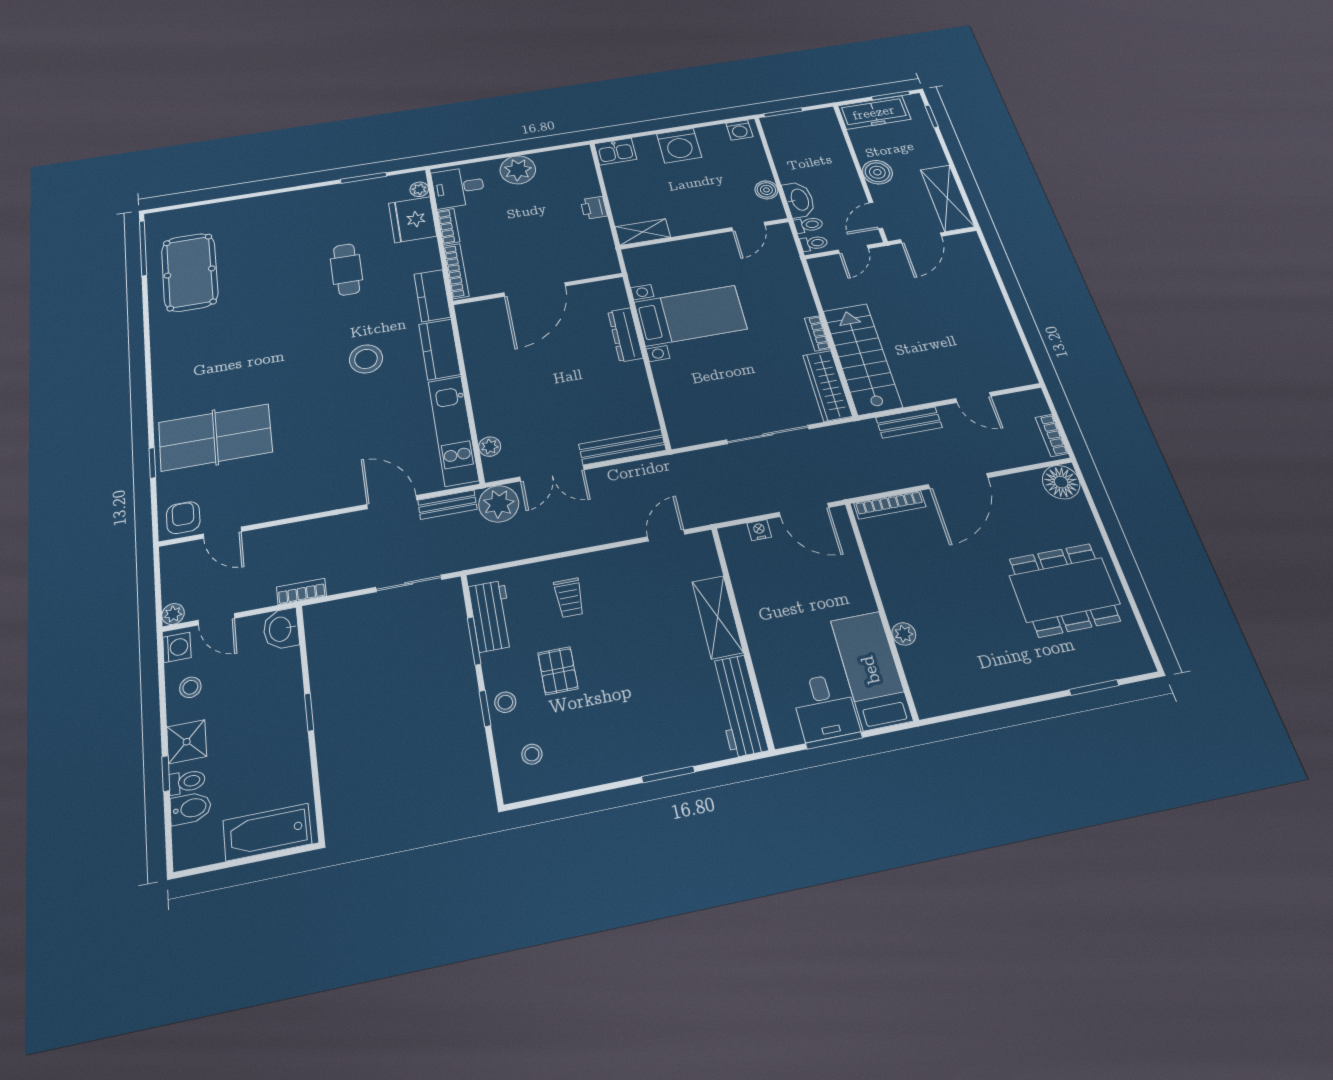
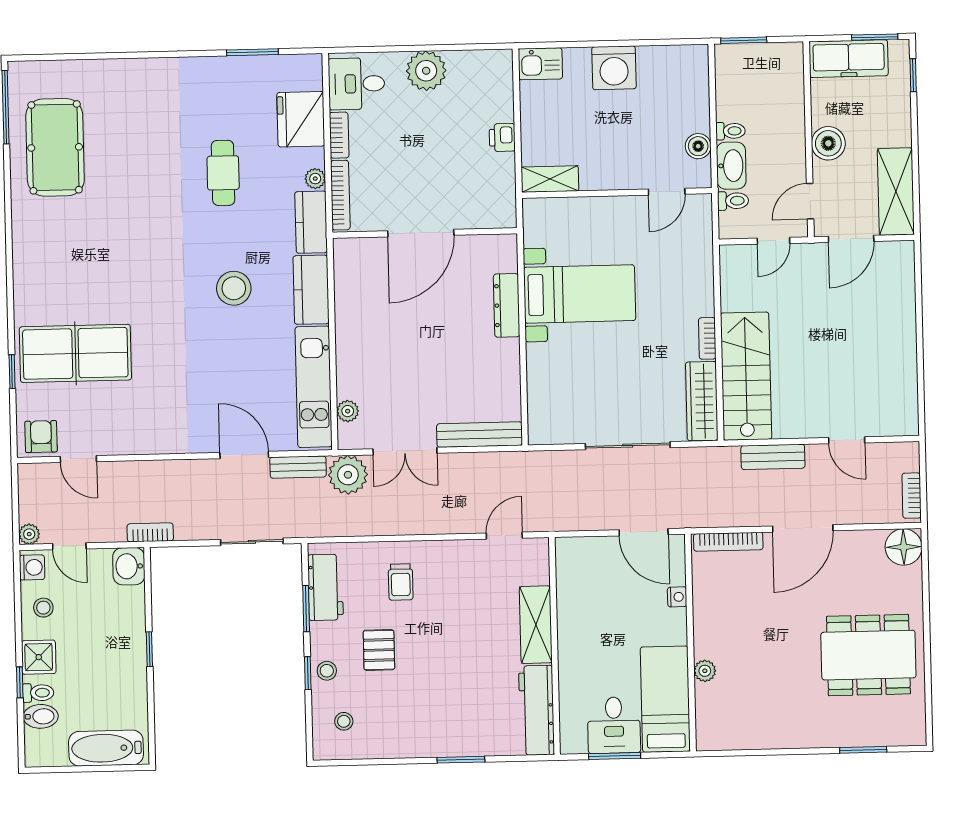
washing machine: (739, 130) -> (687, 57), removed
plant: (419, 189) -> (315, 179), moved
toilet: (814, 243) -> (730, 131), moved
nightstand: (759, 530) -> (677, 597), moved, turned 90

